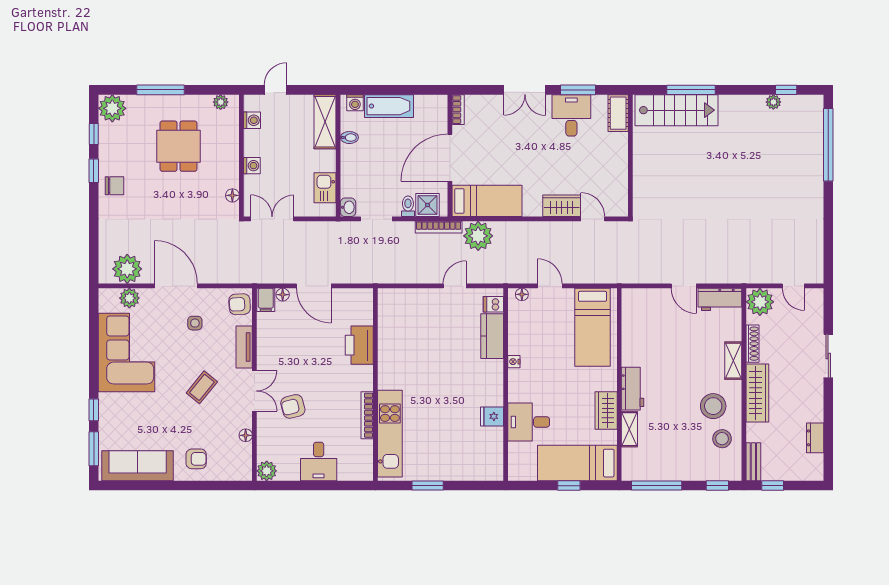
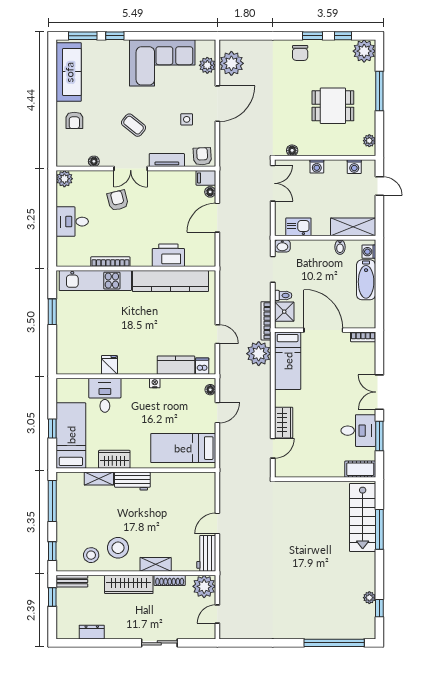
kitchen counter: (390, 343) -> (170, 281), added

